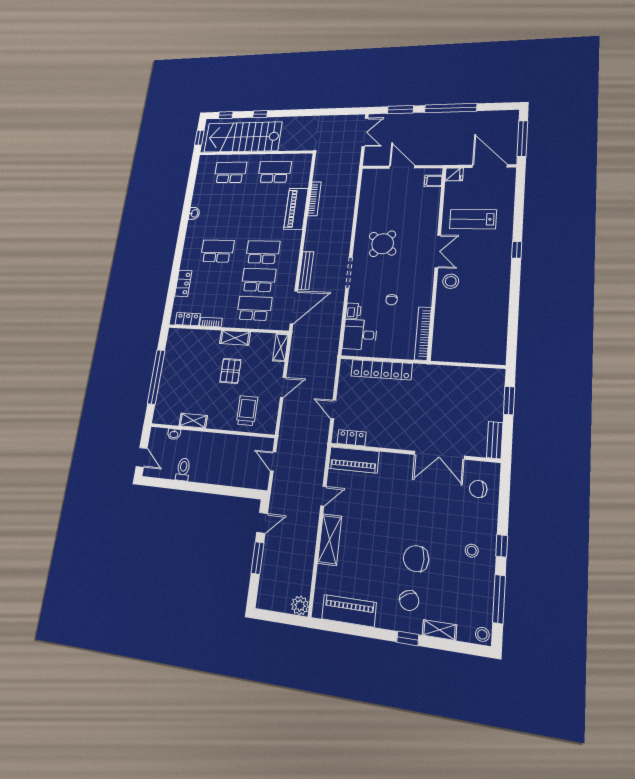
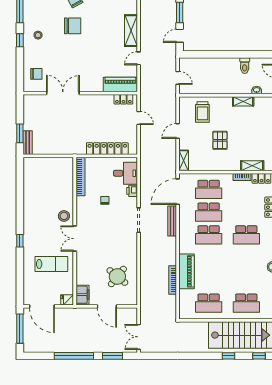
filing cabinet: (433, 181) -> (82, 295), width x2.00
round table: (383, 244) -> (117, 276), moved
shelving: (235, 338) -> (252, 166), moved
bench: (495, 440) -> (28, 143), moved

